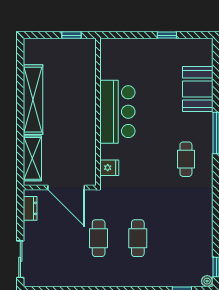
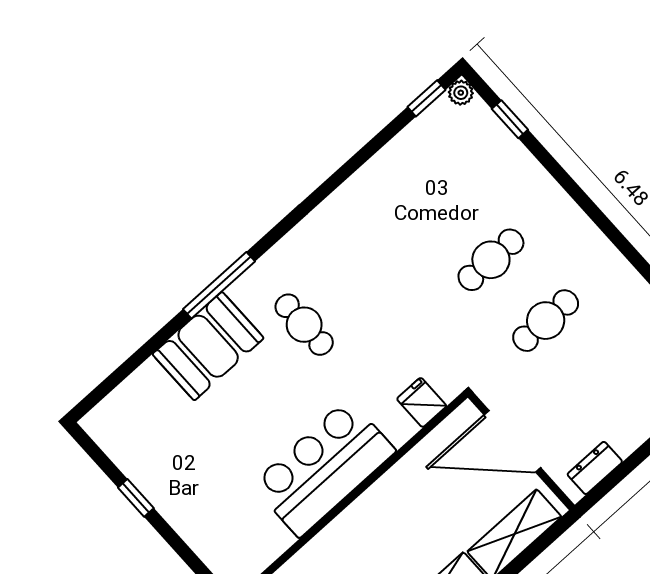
booth: (198, 89) -> (208, 346), moved
cafe table: (186, 159) -> (304, 325), moved, turned 90
door: (66, 187) -> (512, 441), swing flipped

